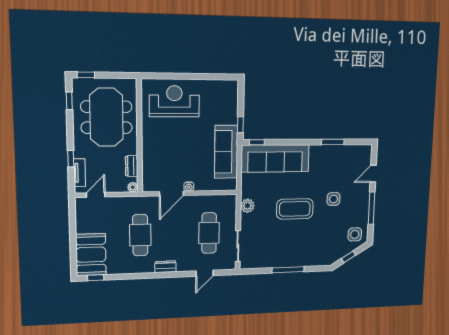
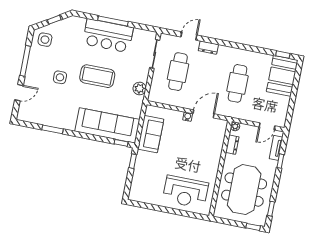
sofa: (226, 152) -> (151, 134), width x0.73
bar counter: (291, 253) -> (108, 36), added
dresser: (166, 267) -> (208, 48), moved

